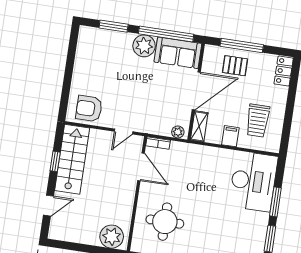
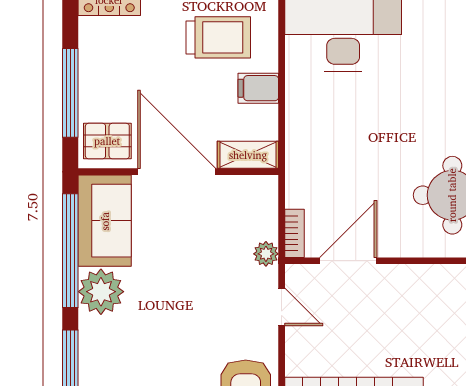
pallet: (235, 66) -> (107, 141), moved, turned 90
plant: (178, 132) -> (266, 254), moved

